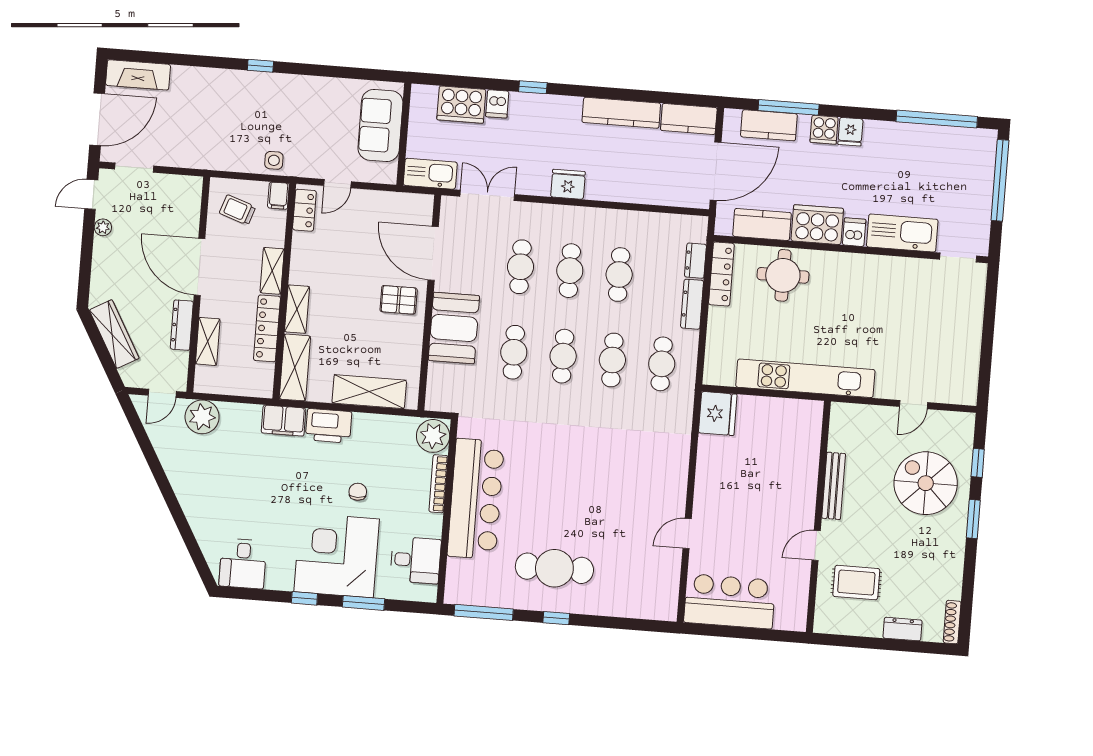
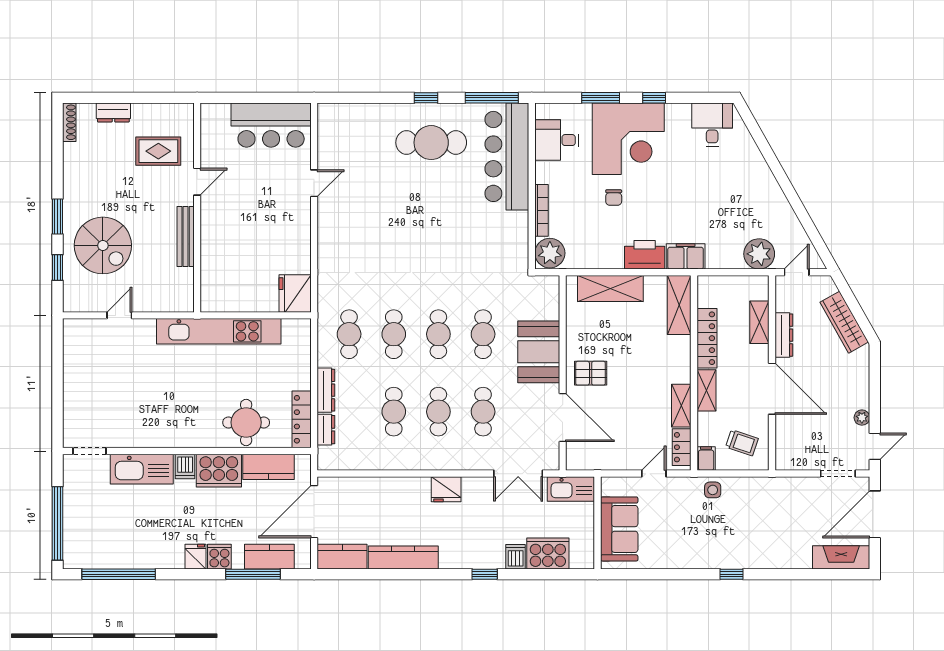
shelving: (297, 309) -> (681, 406), moved
bar counter: (476, 499) -> (507, 156), moved

